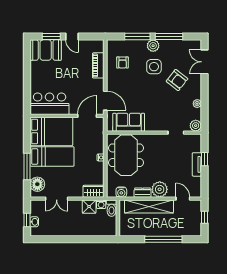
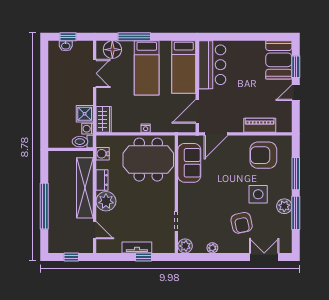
plant: (153, 46) -> (284, 206), moved
armchair: (122, 63) -> (263, 155), width x1.88, depth x1.88
armchair: (177, 80) -> (242, 223), turned -50
door: (87, 116) -> (197, 111), swing flipped
bed: (51, 131) -> (184, 67), width x0.67
double door: (57, 199) -> (95, 73), swing flipped
door: (183, 199) -> (95, 230), hinge flipped

